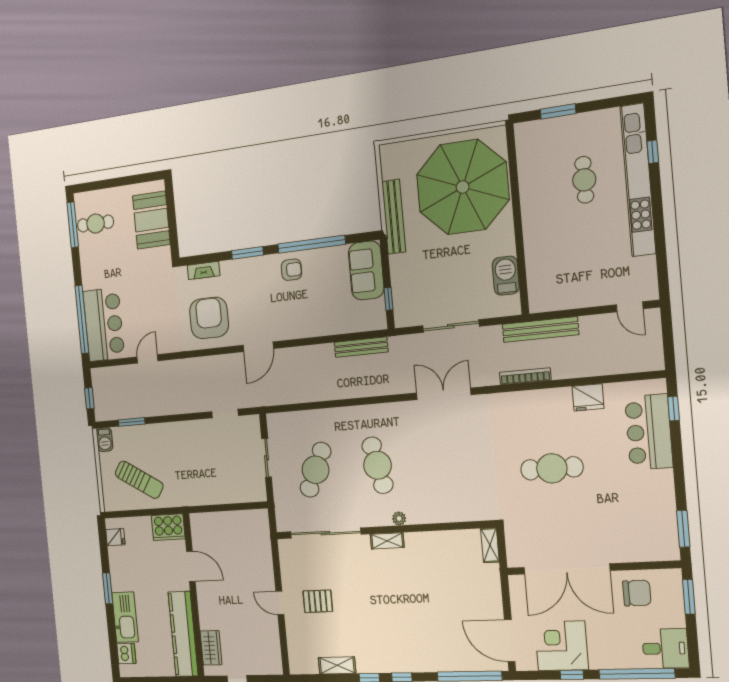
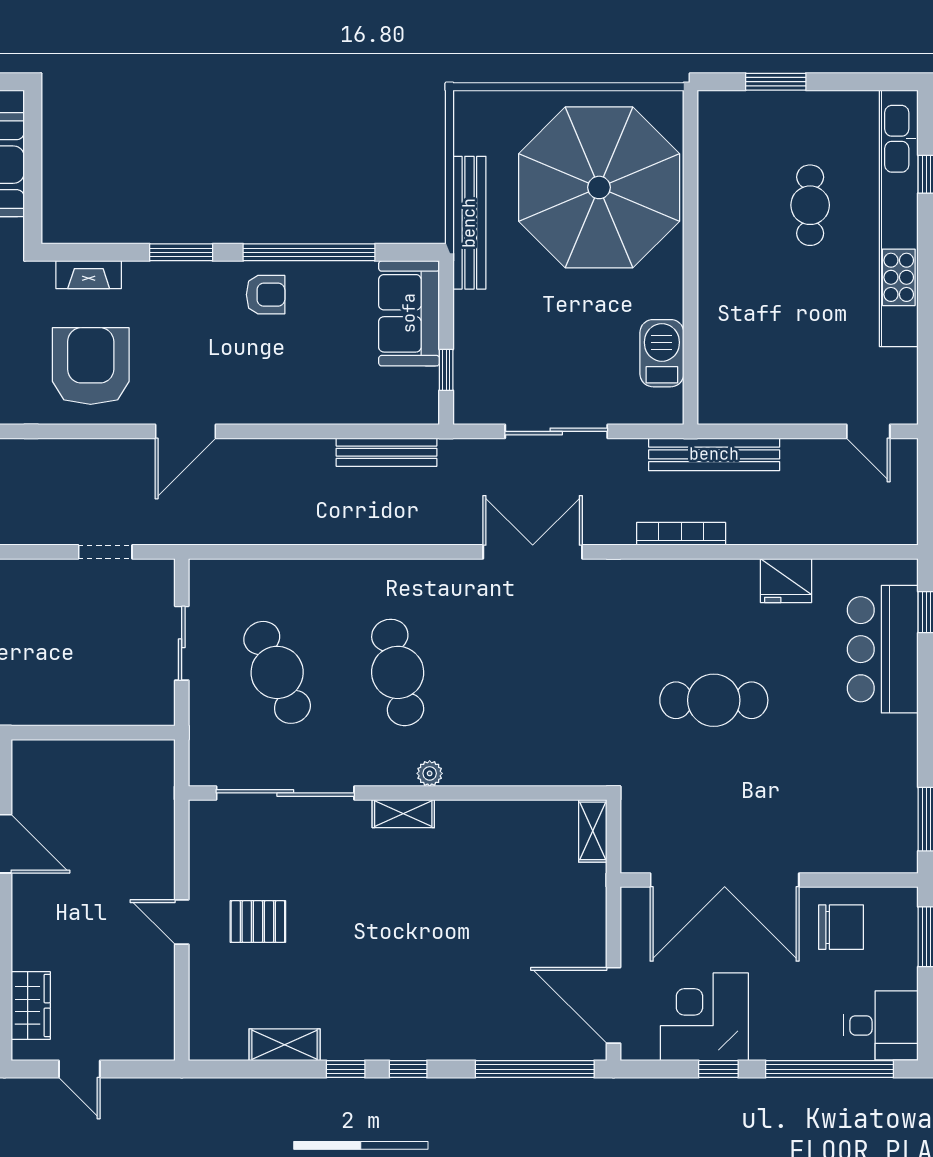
cafe table: (316, 470) -> (277, 672), turned -48

